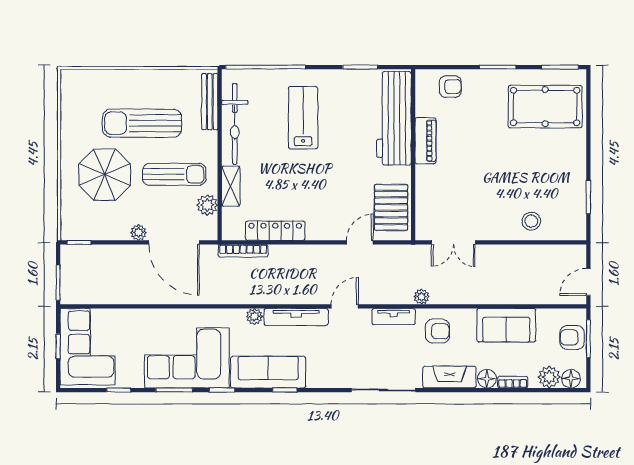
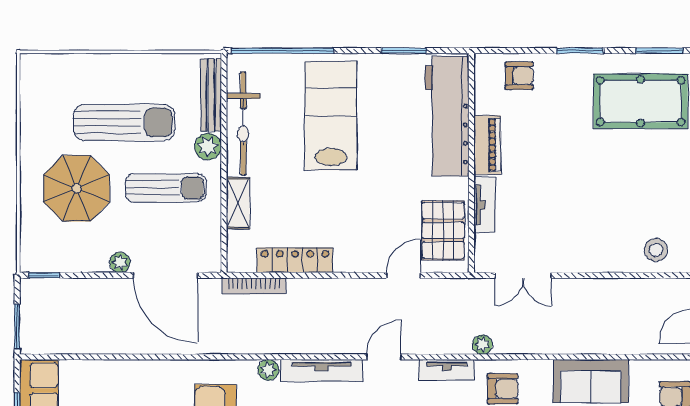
lab bench: (303, 118) -> (331, 116), width x1.36, depth x1.39
sun lounger: (142, 123) -> (124, 122), turned 180
tv unit: (423, 187) -> (485, 205), added
plant: (207, 205) -> (208, 147), moved
stool: (531, 221) -> (656, 250), moved

